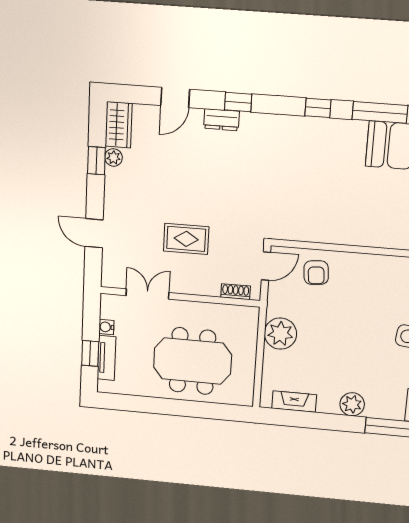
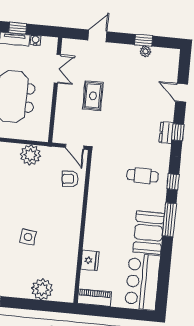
dresser: (221, 120) -> (166, 133), moved
wardrobe: (119, 125) -> (166, 56), removed
cafe table: (309, 158) -> (143, 176), added
shoe rack: (236, 292) -> (58, 127), removed

